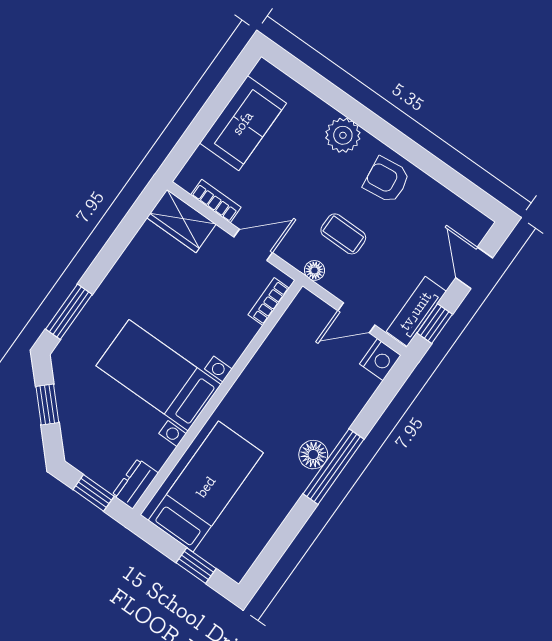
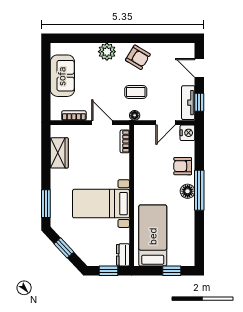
armchair: (387, 180) -> (138, 57), turned -142
wardrobe: (181, 221) -> (59, 153), moved, turned -90
door: (253, 245) -> (102, 123), hinge flipped
armchair: (334, 408) -> (183, 166), added

